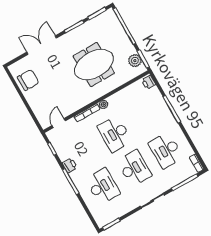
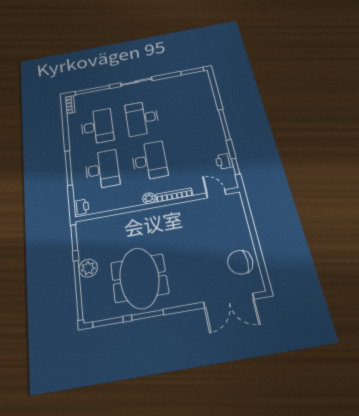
double door: (42, 45) -> (229, 301), moved
plant: (135, 61) -> (88, 268), moved
meeting table: (94, 65) -> (139, 278), moved, turned 90
door: (59, 123) -> (216, 194), swing flipped
printer: (70, 165) -> (224, 161), moved
desk: (103, 186) -> (102, 169), moved, turned 180

